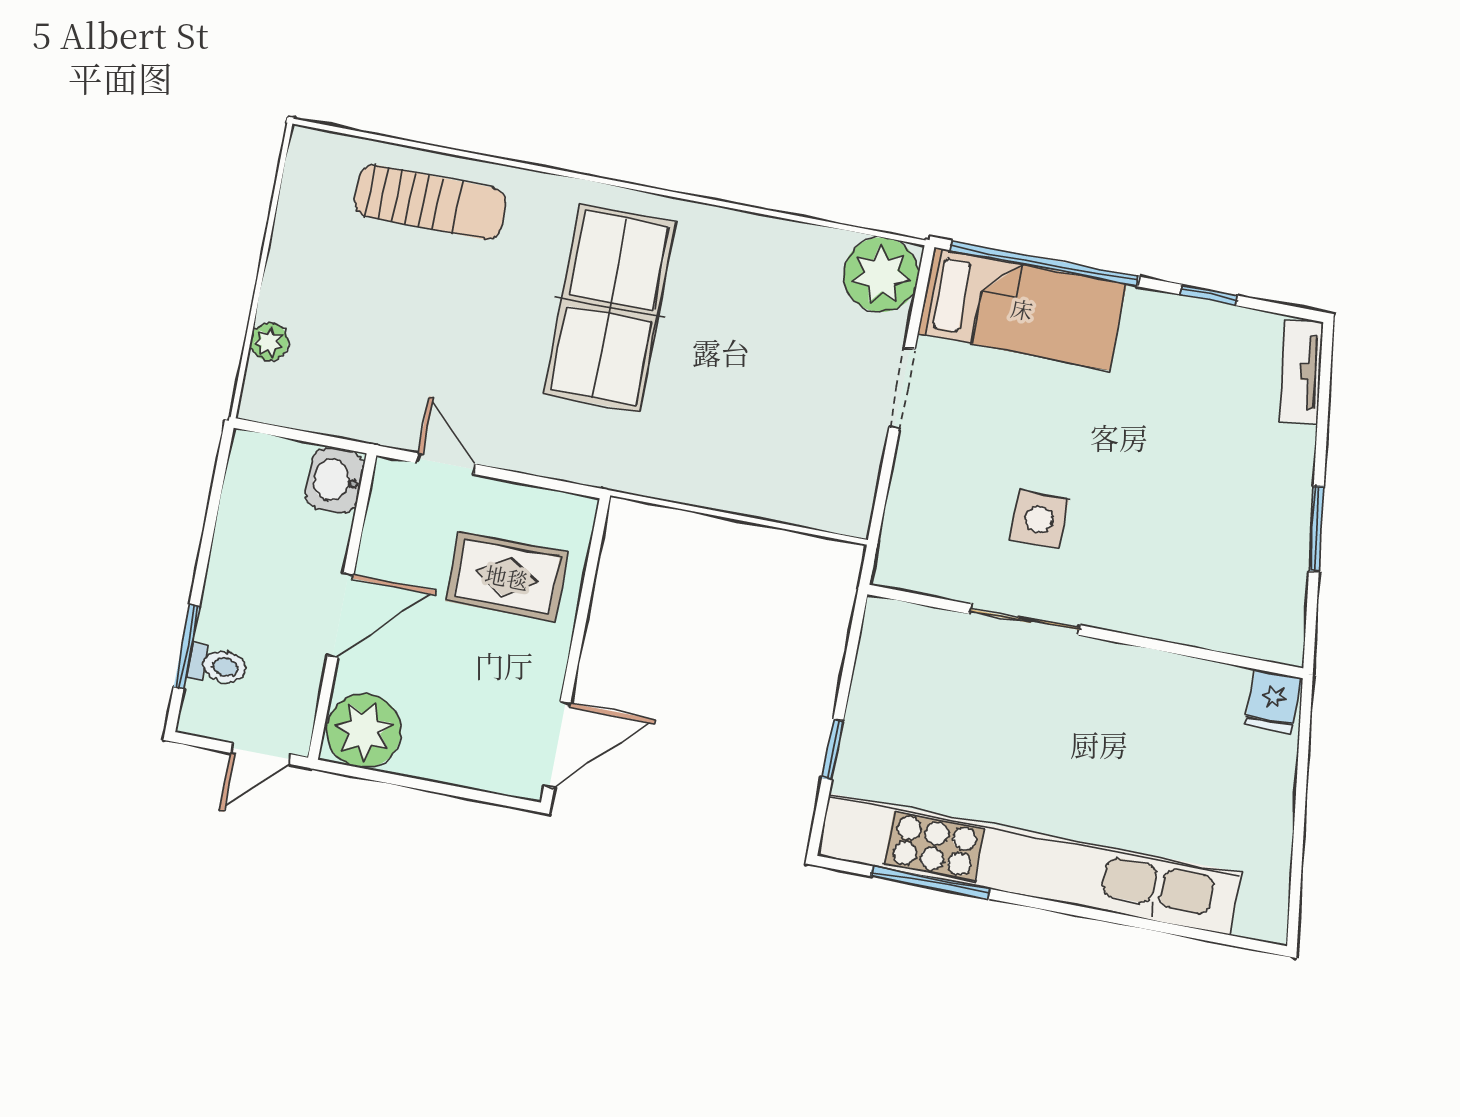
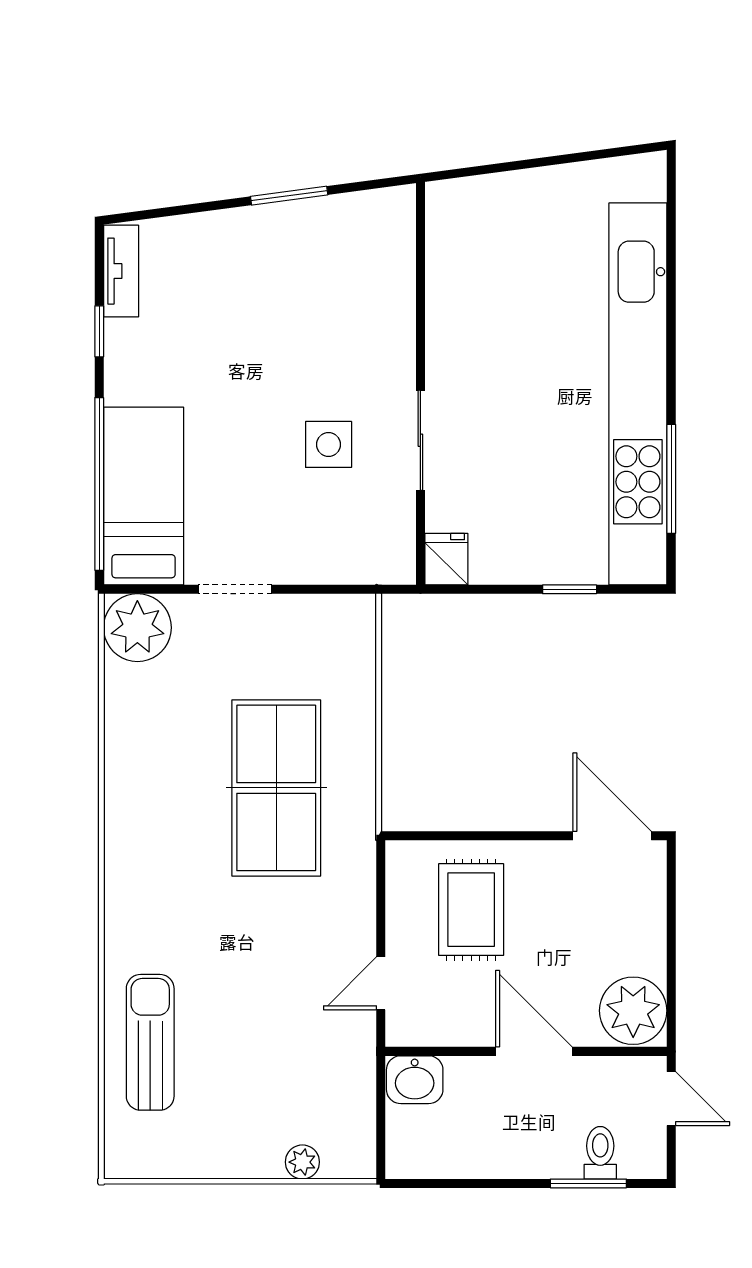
table tennis table: (610, 308) -> (276, 788), moved, turned 90
tv unit: (1301, 372) -> (121, 271), moved, turned -82
fridge: (1274, 701) -> (446, 559), moved, turned -90

